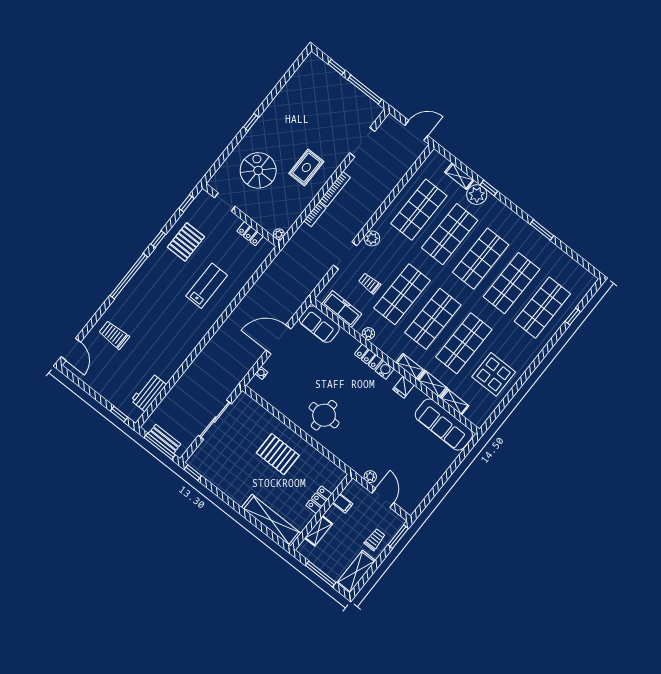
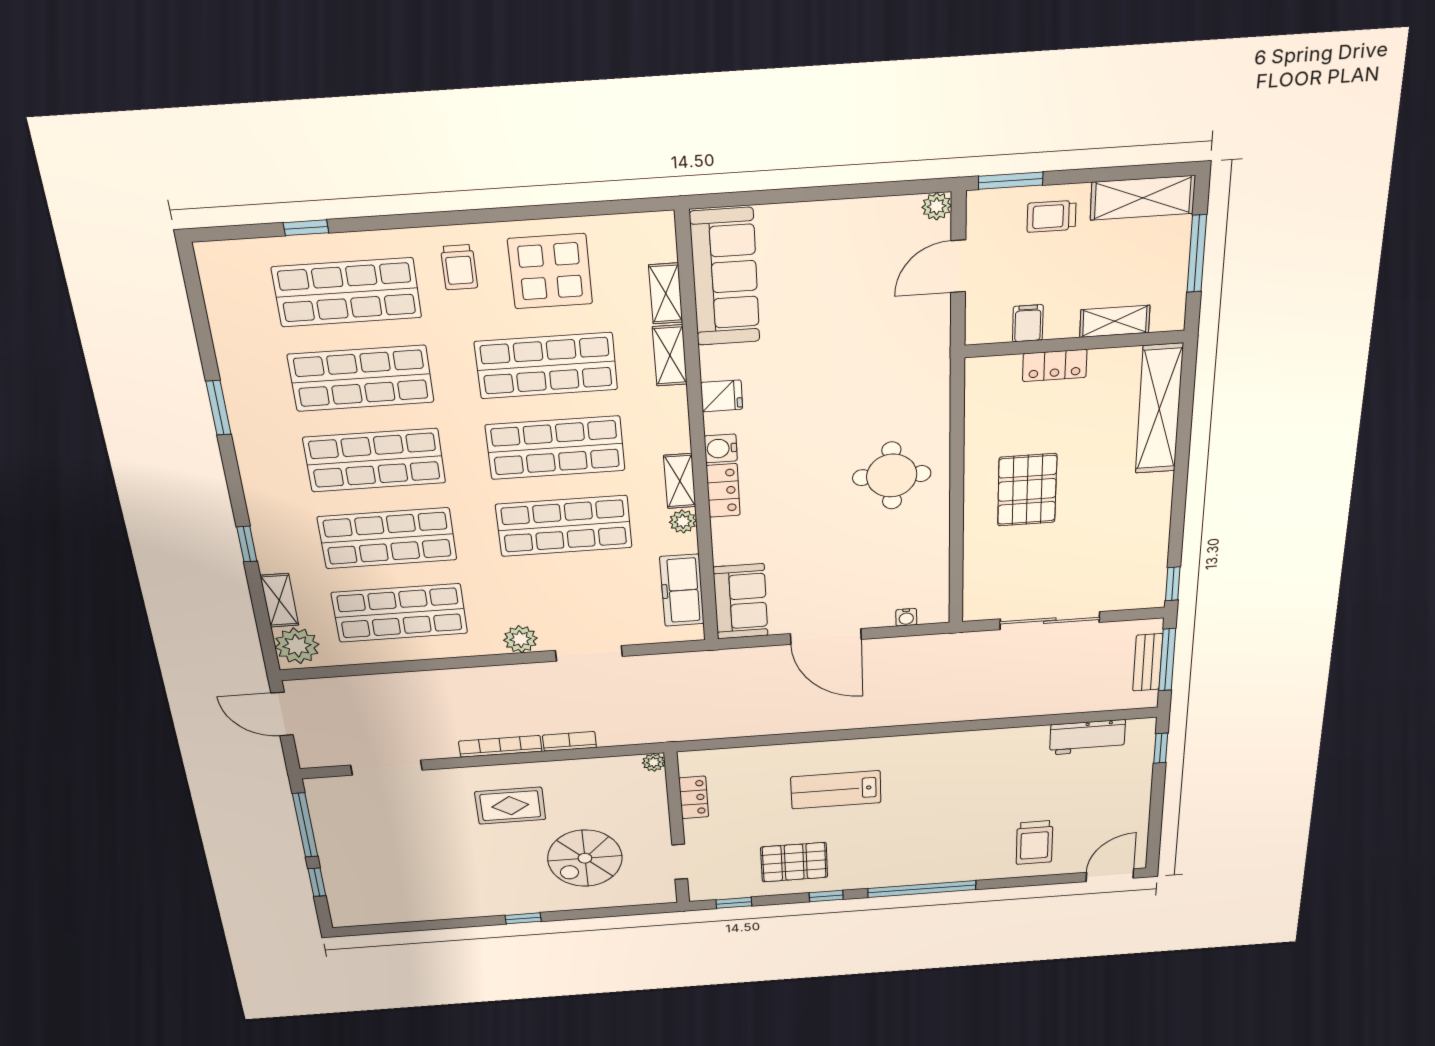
plant: (477, 195) -> (297, 646), moved
trolley: (369, 283) -> (459, 267), moved
shelving: (410, 366) -> (680, 481), moved
plant: (370, 477) -> (937, 206), moved

